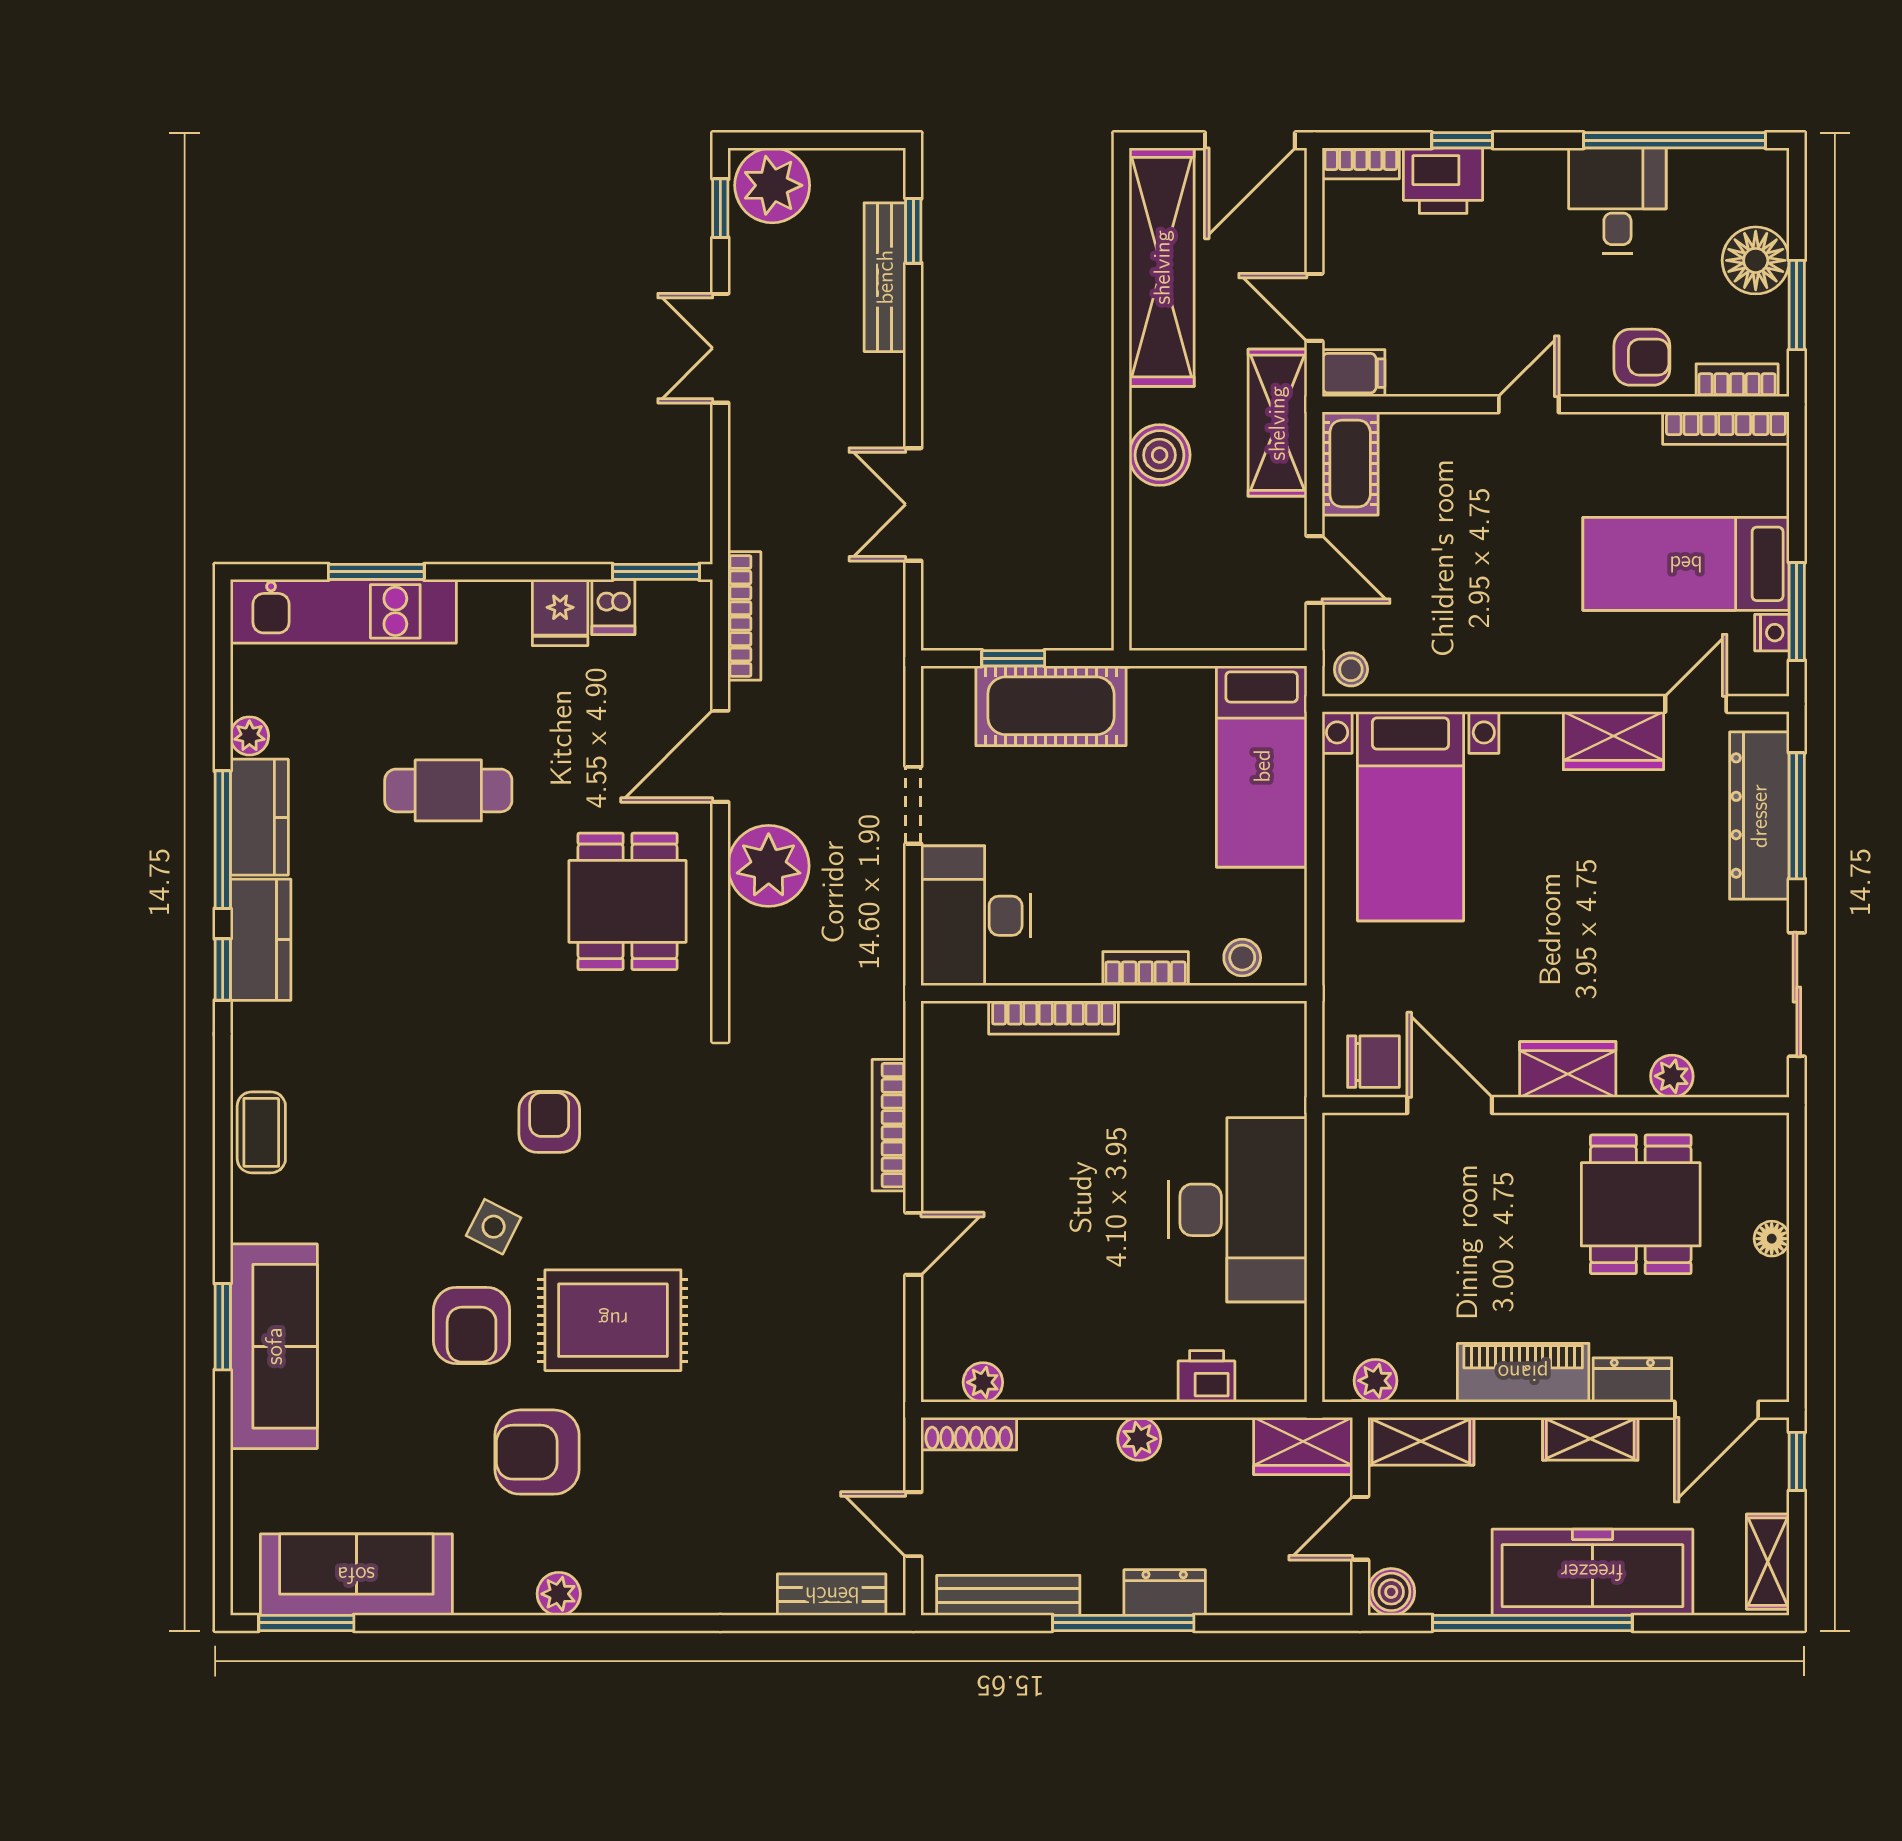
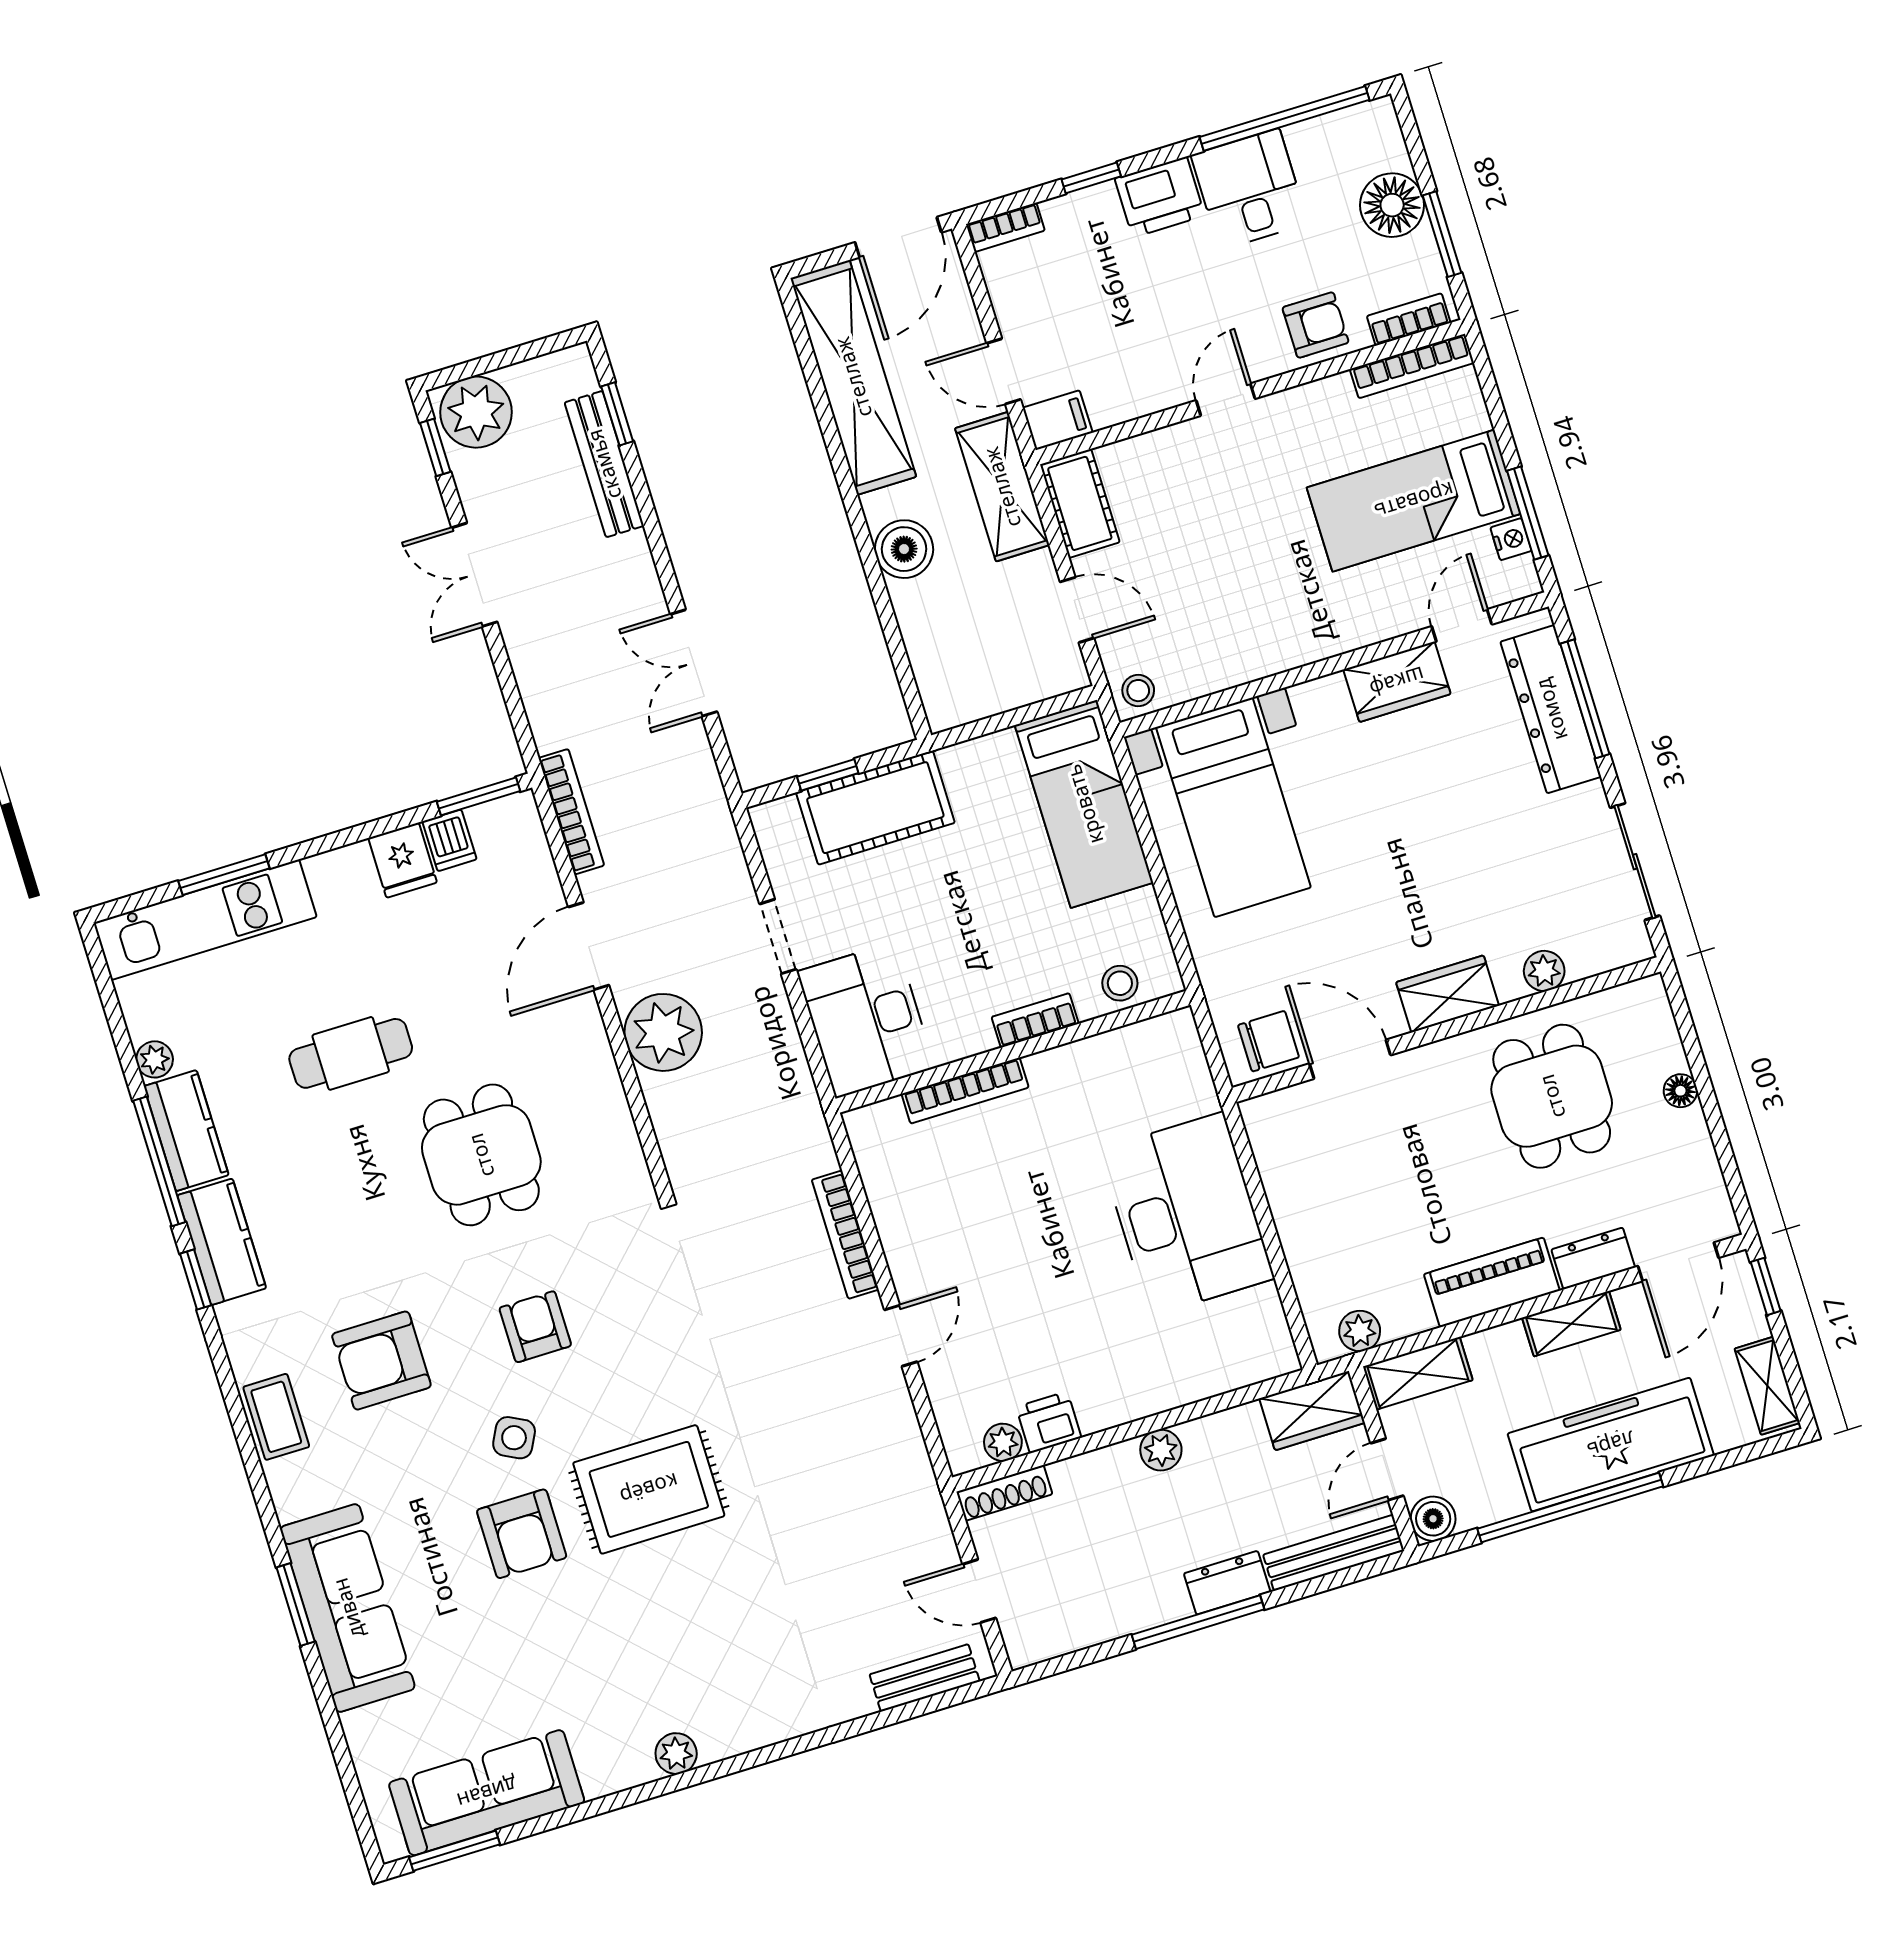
printer: (1443, 181) -> (1160, 197), moved
dining table: (628, 901) -> (481, 1155), moved
printer: (1207, 1376) -> (1049, 1422), moved
armchair: (537, 1452) -> (381, 1361), moved
bench: (1008, 1595) -> (1334, 1553), moved

